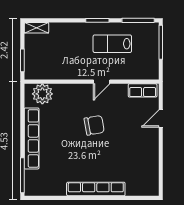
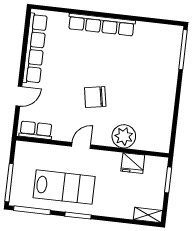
lab bench: (112, 44) -> (64, 187), width x1.36, depth x1.39
fridge: (55, 71) -> (133, 163), added
plant: (42, 94) -> (124, 136), moved
row of seats: (32, 138) -> (35, 48), moved, turned 180

